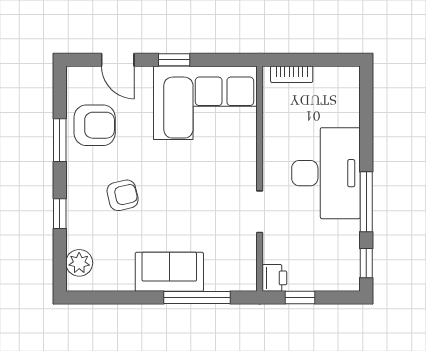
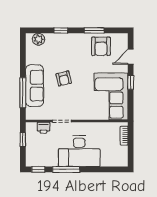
armchair: (123, 195) -> (64, 78), moved
sofa: (169, 272) -> (34, 86), width x1.36
printer: (274, 278) -> (44, 128), moved

